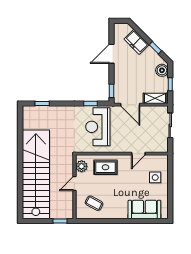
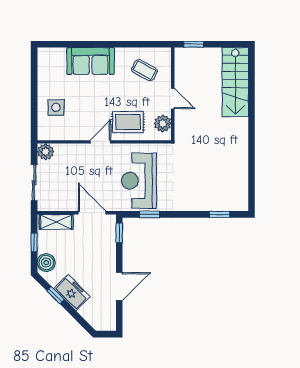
freezer: (136, 42) -> (72, 293), moved
reception desk: (98, 127) -> (139, 181), turned 180
plant: (162, 147) -> (46, 152), added
door: (138, 154) -> (100, 142), moved
stairs: (36, 174) -> (235, 82), width x0.54, depth x0.66
door: (74, 183) -> (173, 99), hinge flipped
sofa: (144, 209) -> (91, 61), moved

